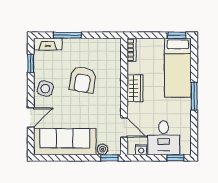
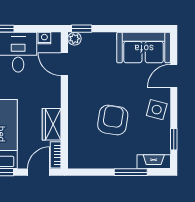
door: (146, 35) -> (39, 172), added
wardrobe: (135, 88) -> (52, 124), moved
sofa: (65, 142) -> (144, 48), width x0.73
plant: (103, 149) -> (74, 39), moved

